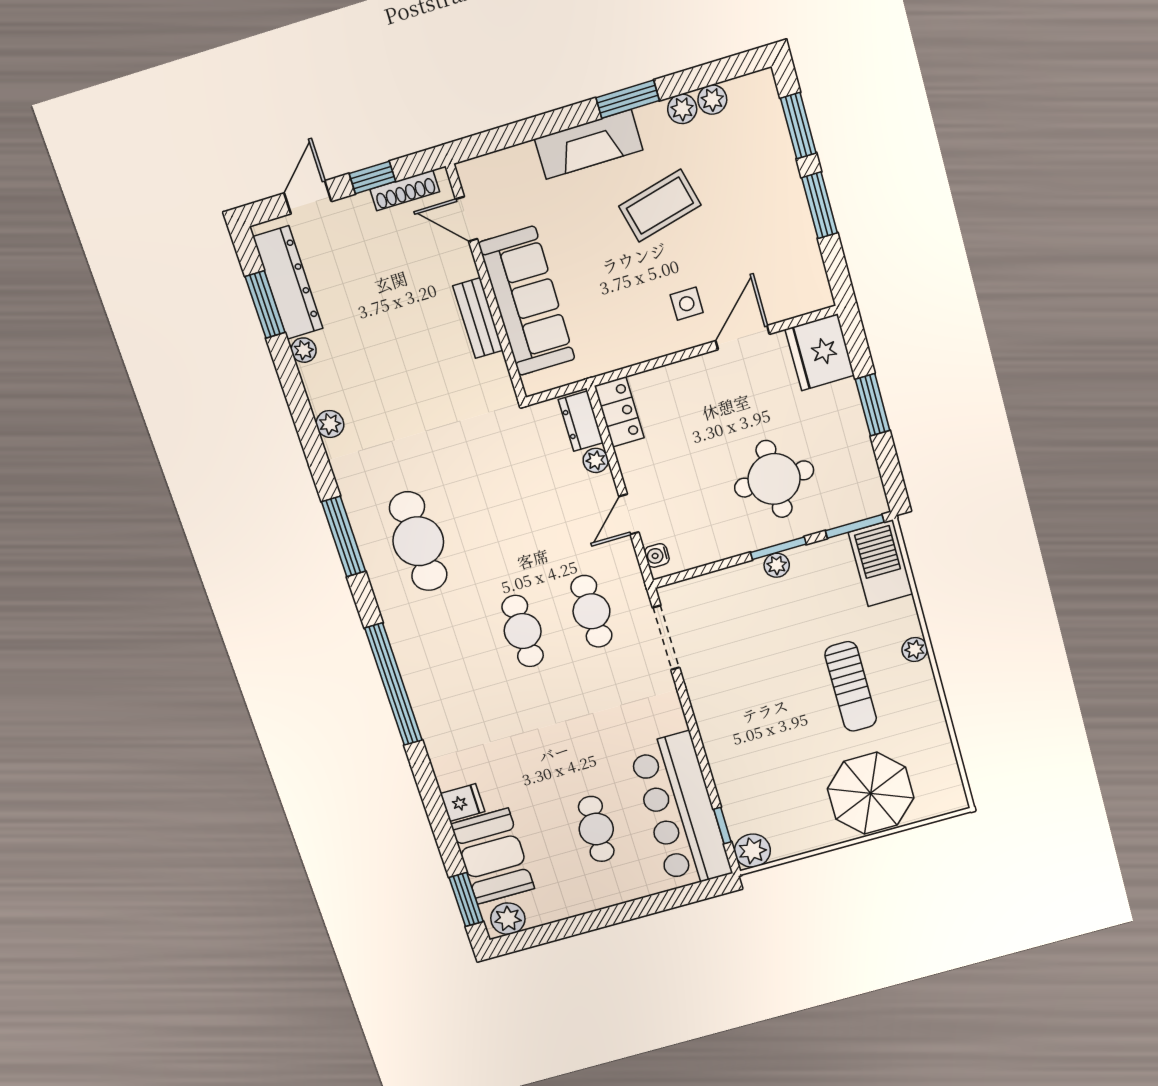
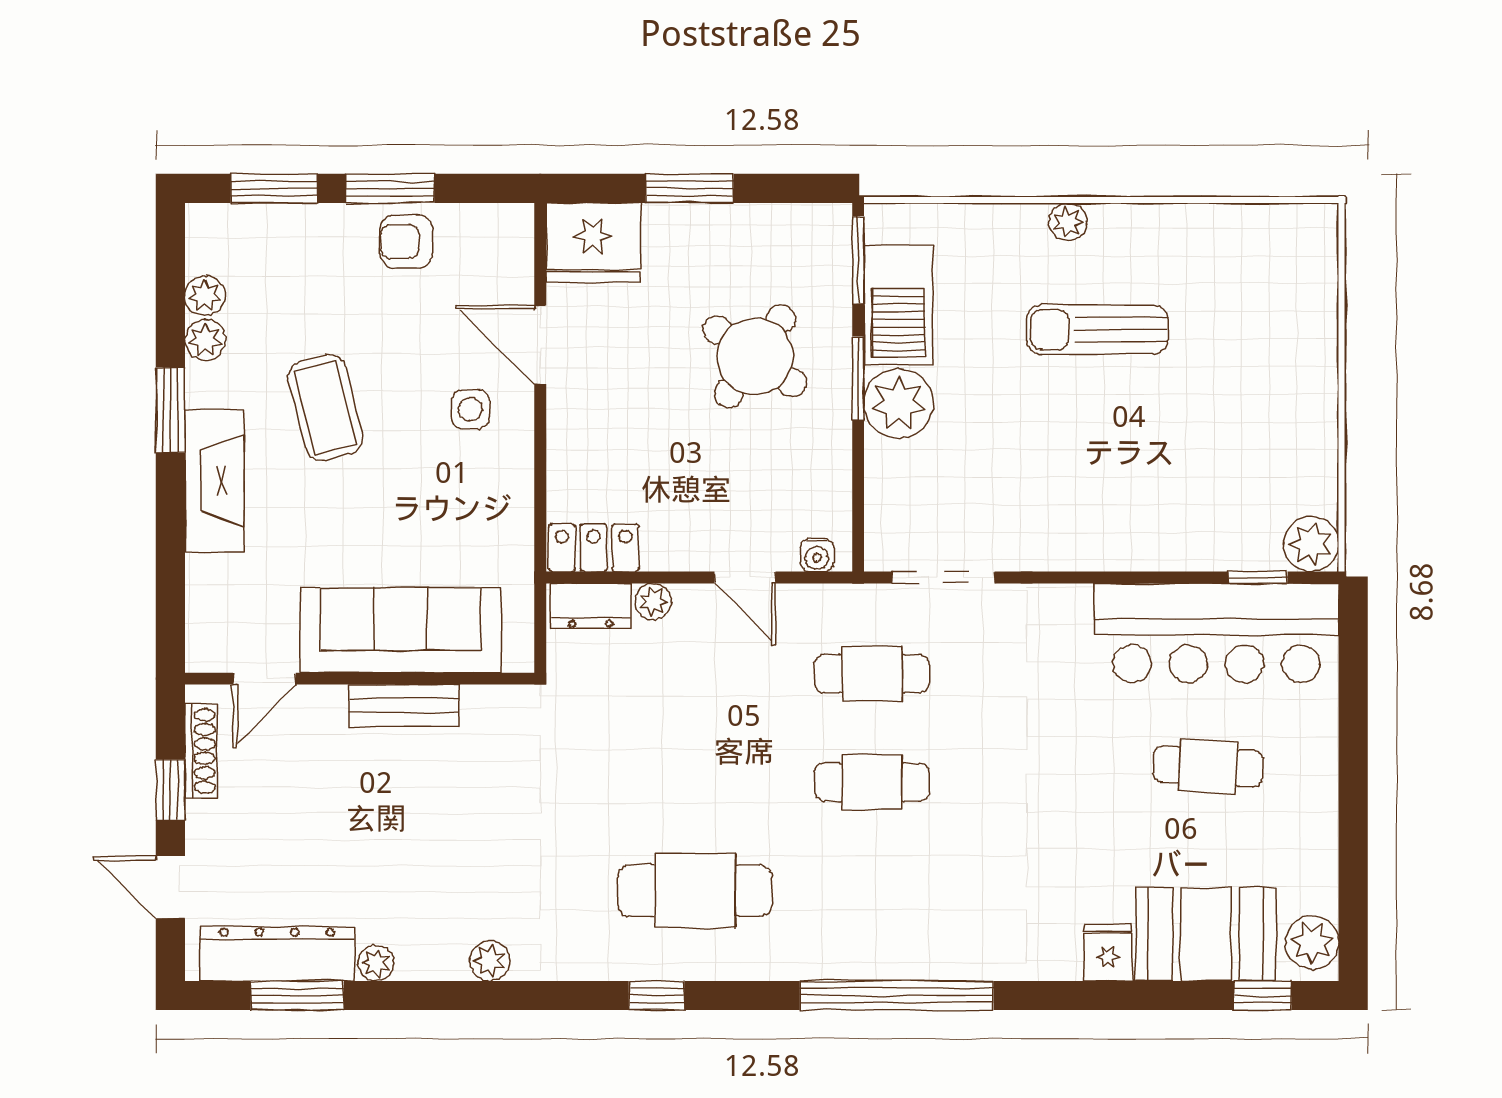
armchair: (787, 227) -> (406, 242), added
round table: (774, 479) -> (755, 356), turned 35
window: (344, 537) -> (656, 995), width x0.46
barbecue: (881, 563) -> (898, 305), moved, turned -90
plant: (777, 565) -> (899, 404), width x1.88, depth x1.88
sun lounger: (851, 687) -> (1097, 330), turned 180
parasol: (871, 793) -> (1272, 344), removed
window: (466, 899) -> (1263, 995), width x0.67

